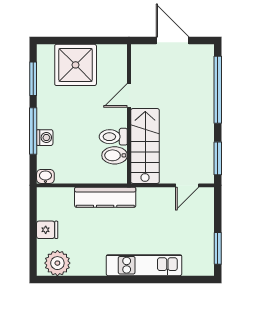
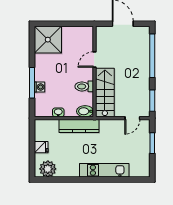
shower: (76, 65) -> (48, 40), moved
window: (33, 79) -> (32, 49), removed
bidet: (115, 155) -> (85, 111), moved
washbasin: (45, 176) -> (58, 112), moved
window: (218, 248) -> (152, 143), moved

